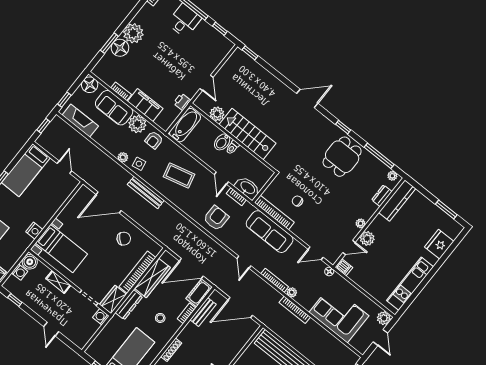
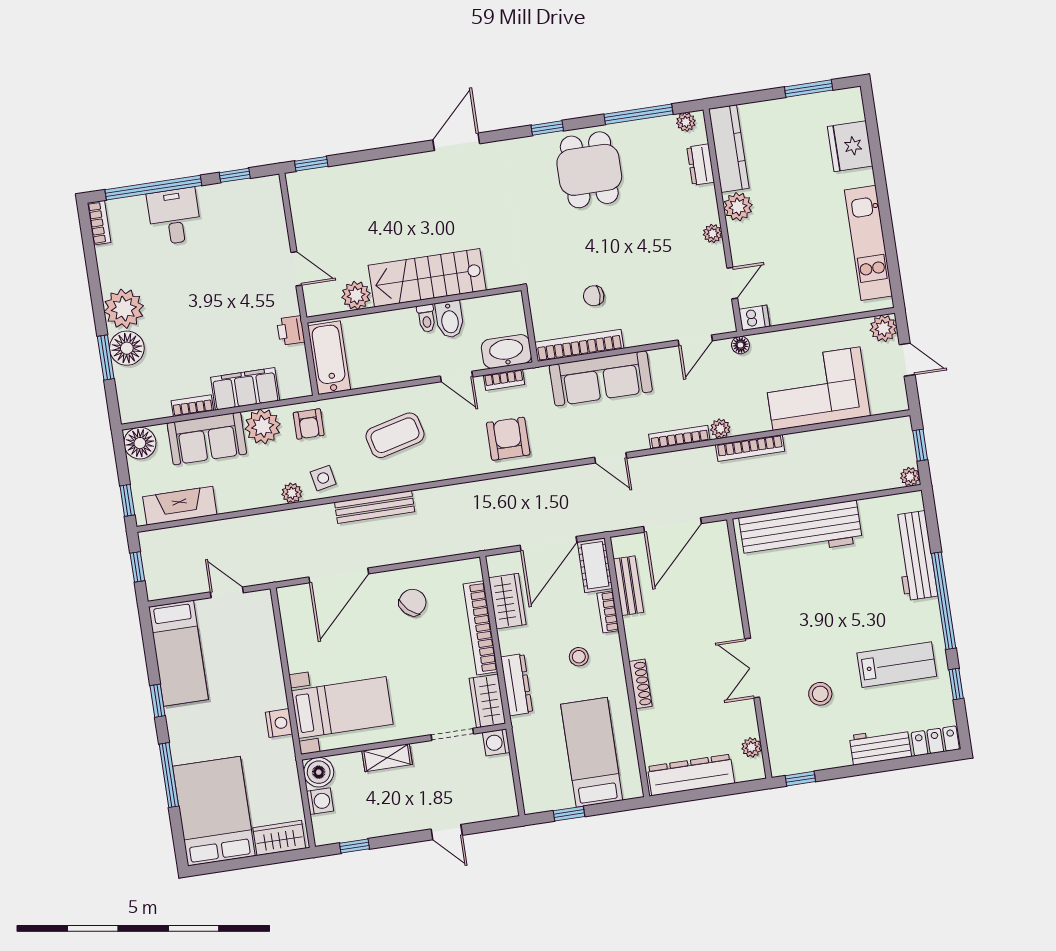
bidet: (222, 142) -> (450, 319), moved
plant: (367, 238) -> (738, 207), moved
wardrobe: (152, 278) -> (507, 601), width x0.67

